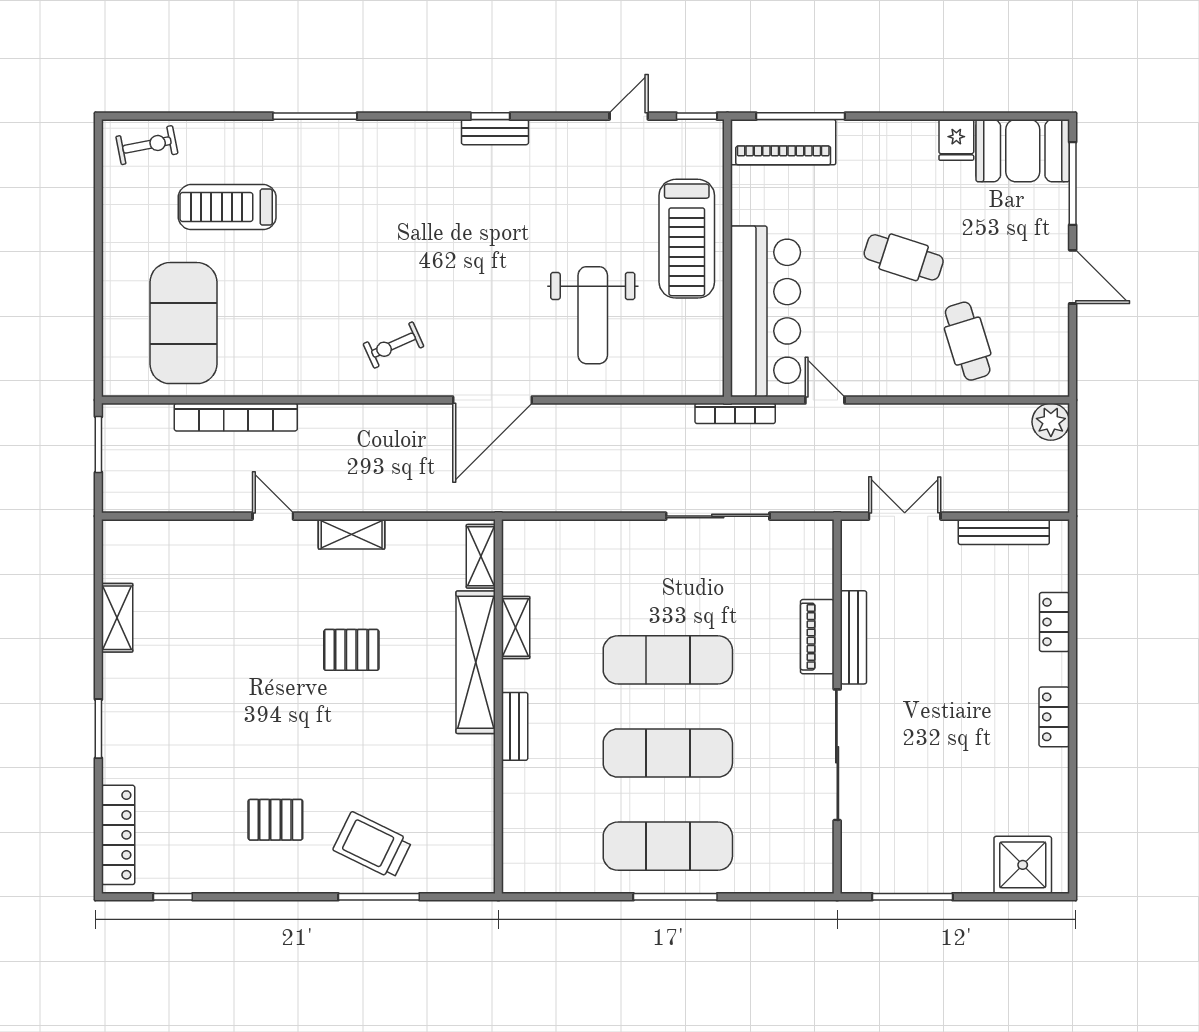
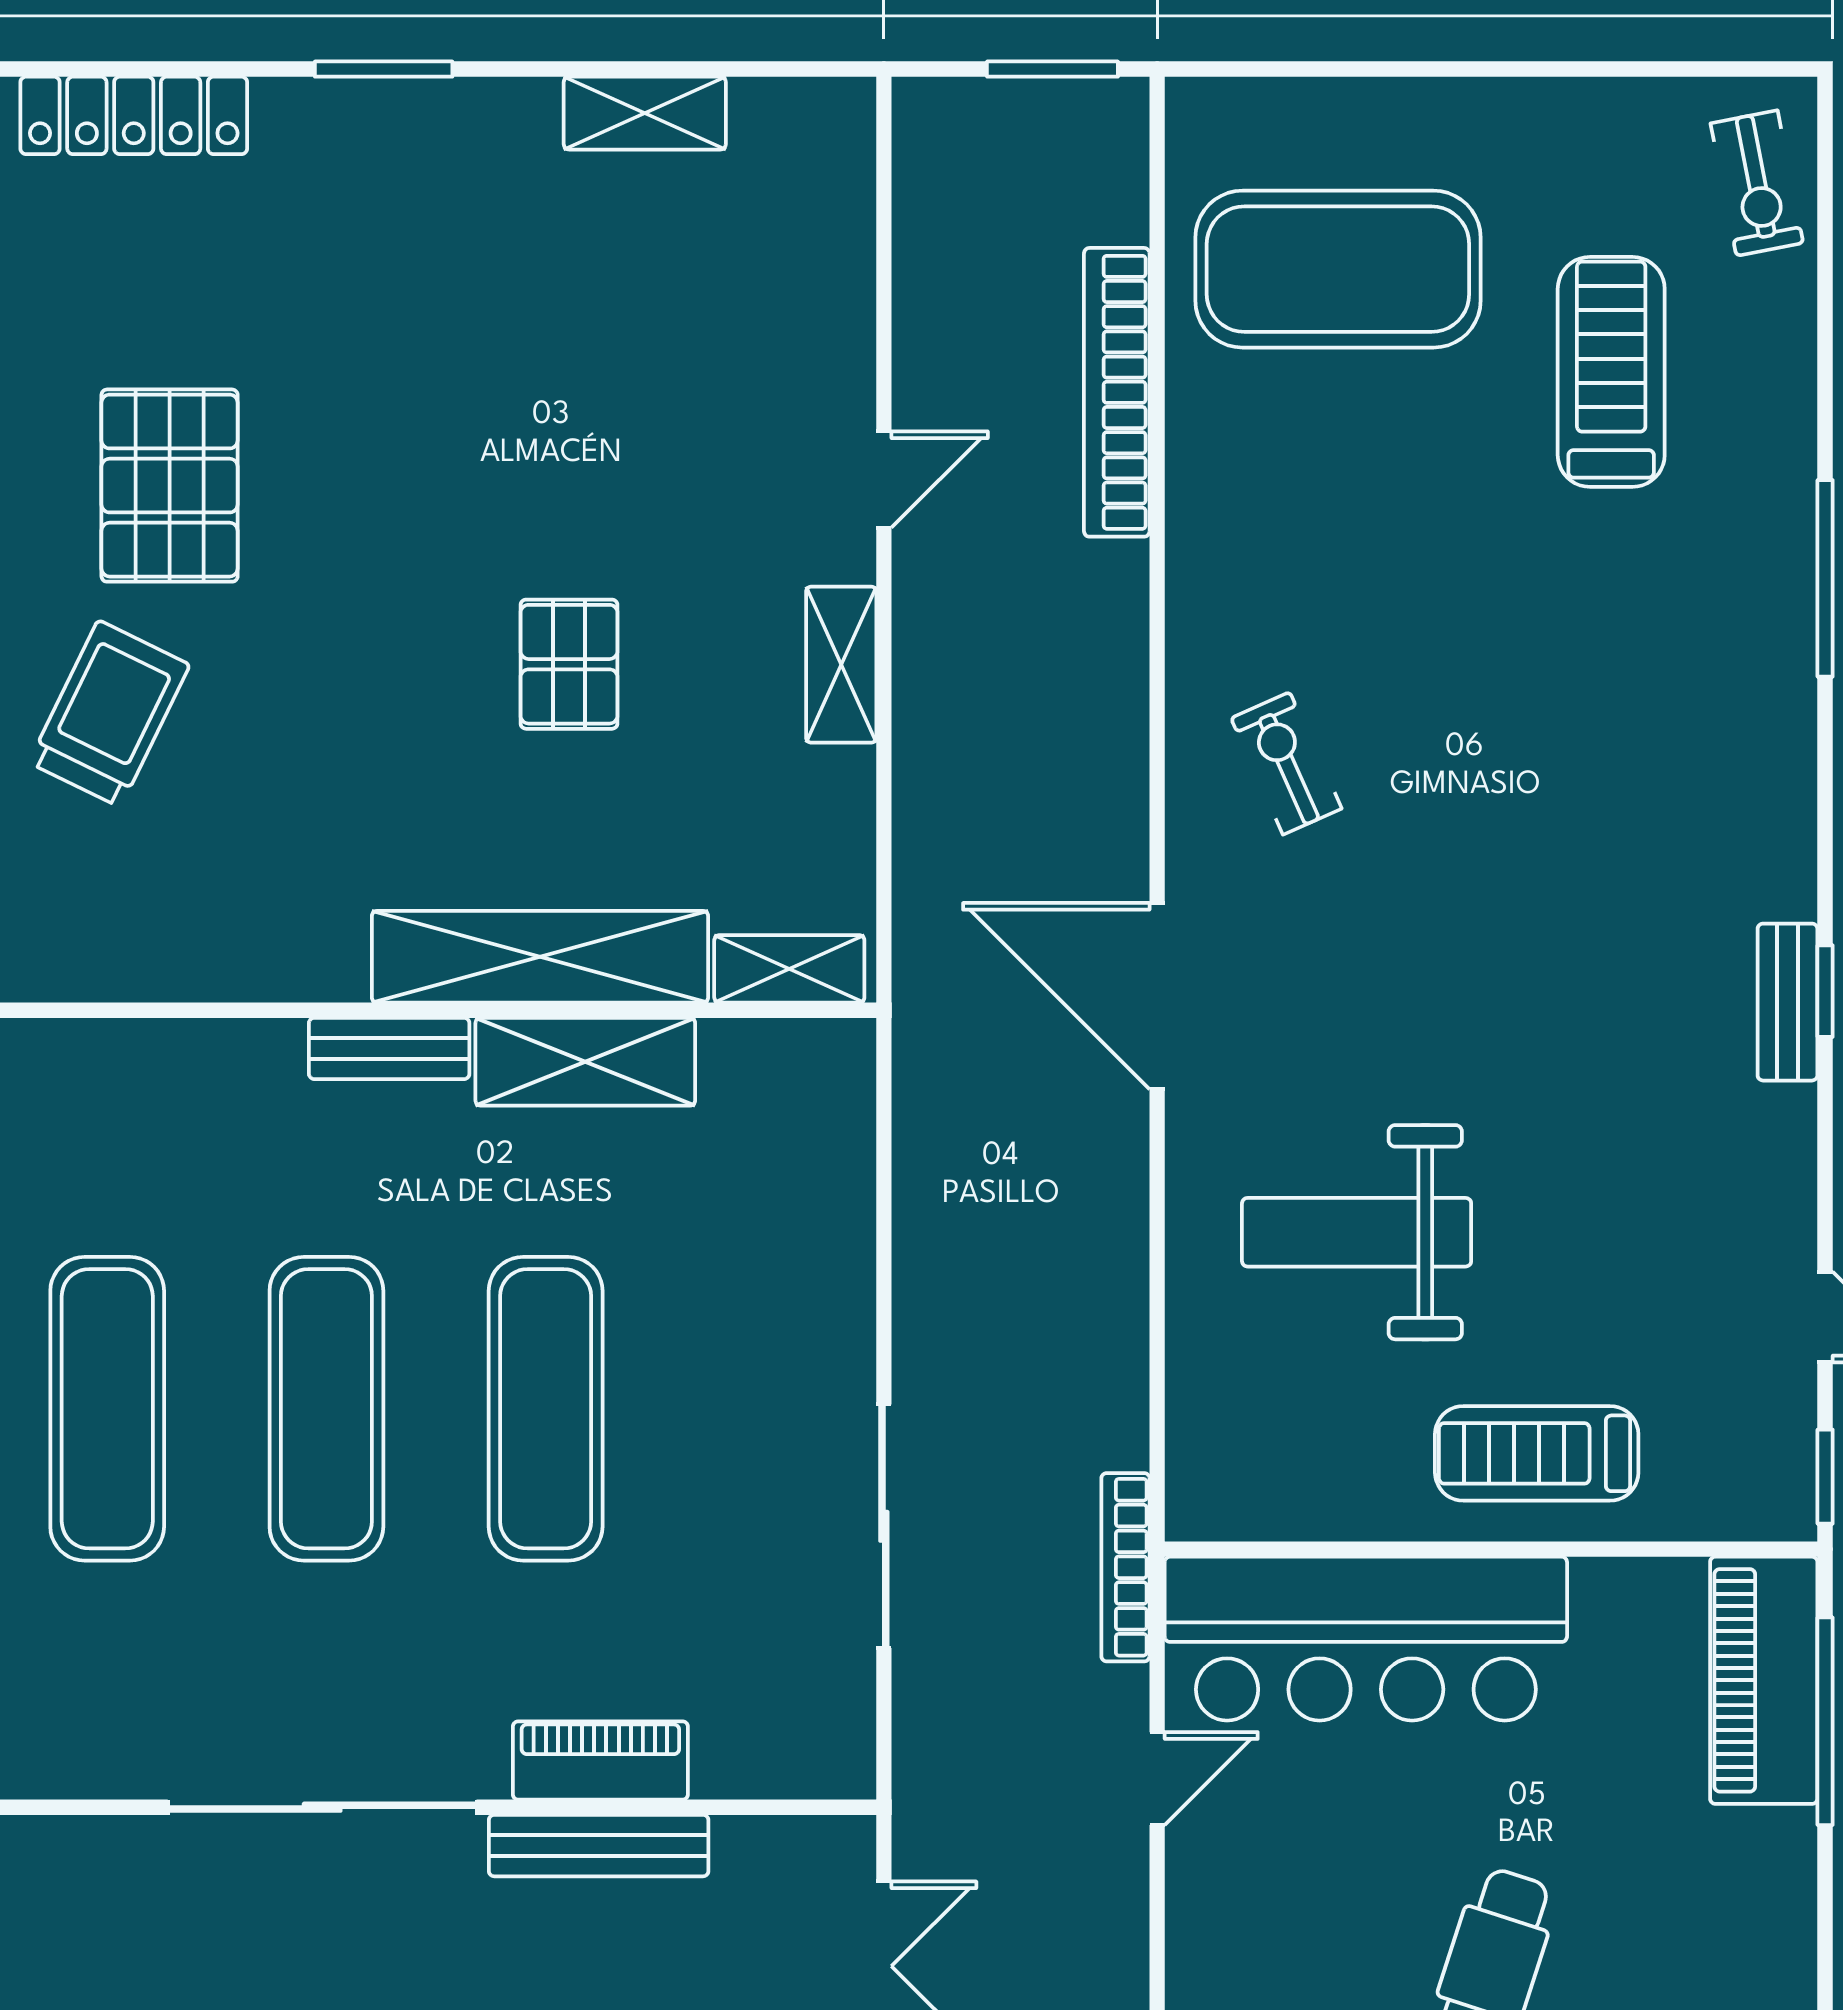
treadmill: (687, 239) -> (1537, 1453), width x0.73, depth x0.73
shelving: (516, 627) -> (585, 1062), width x1.50, depth x1.33
pallet: (275, 820) -> (170, 486), width x1.50, depth x1.42

